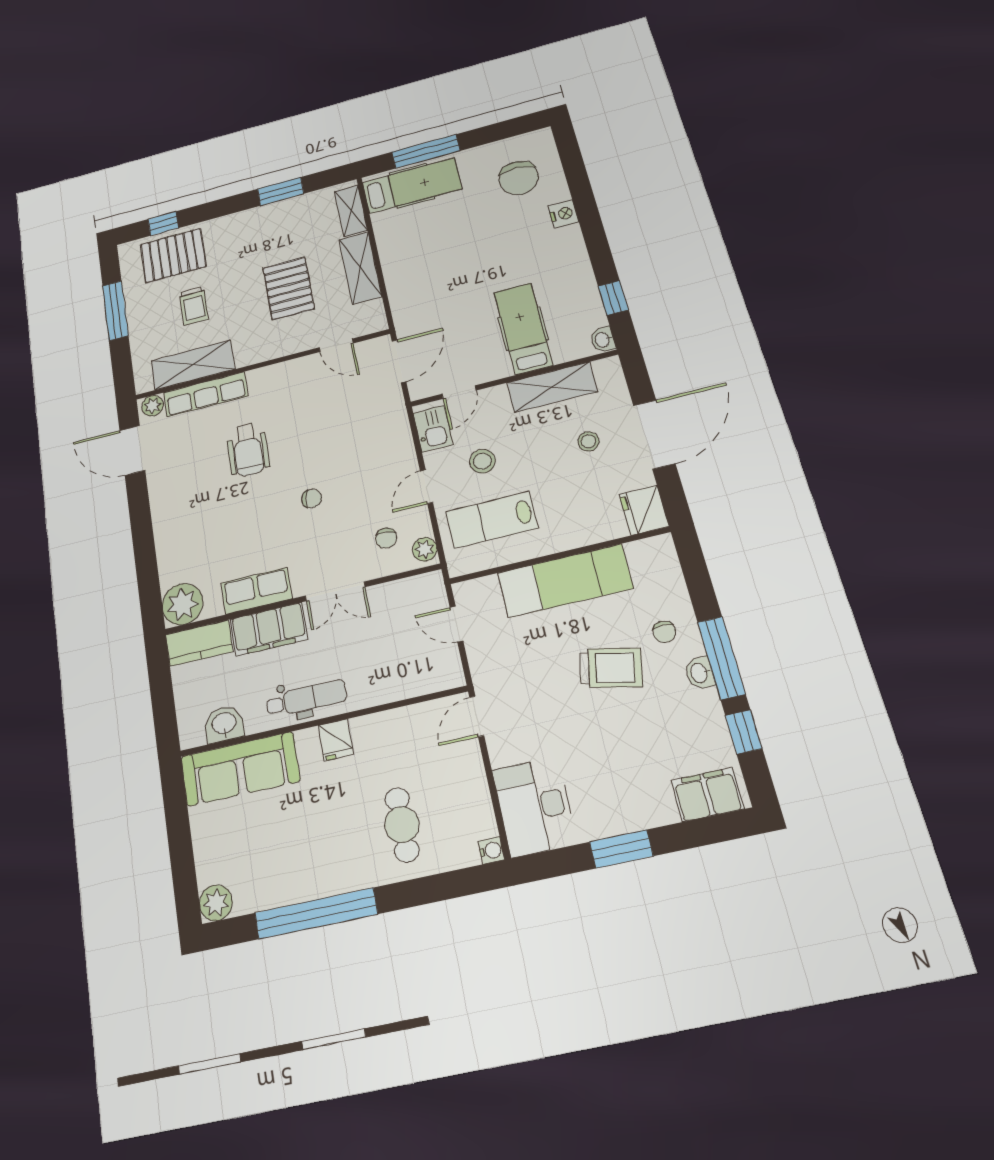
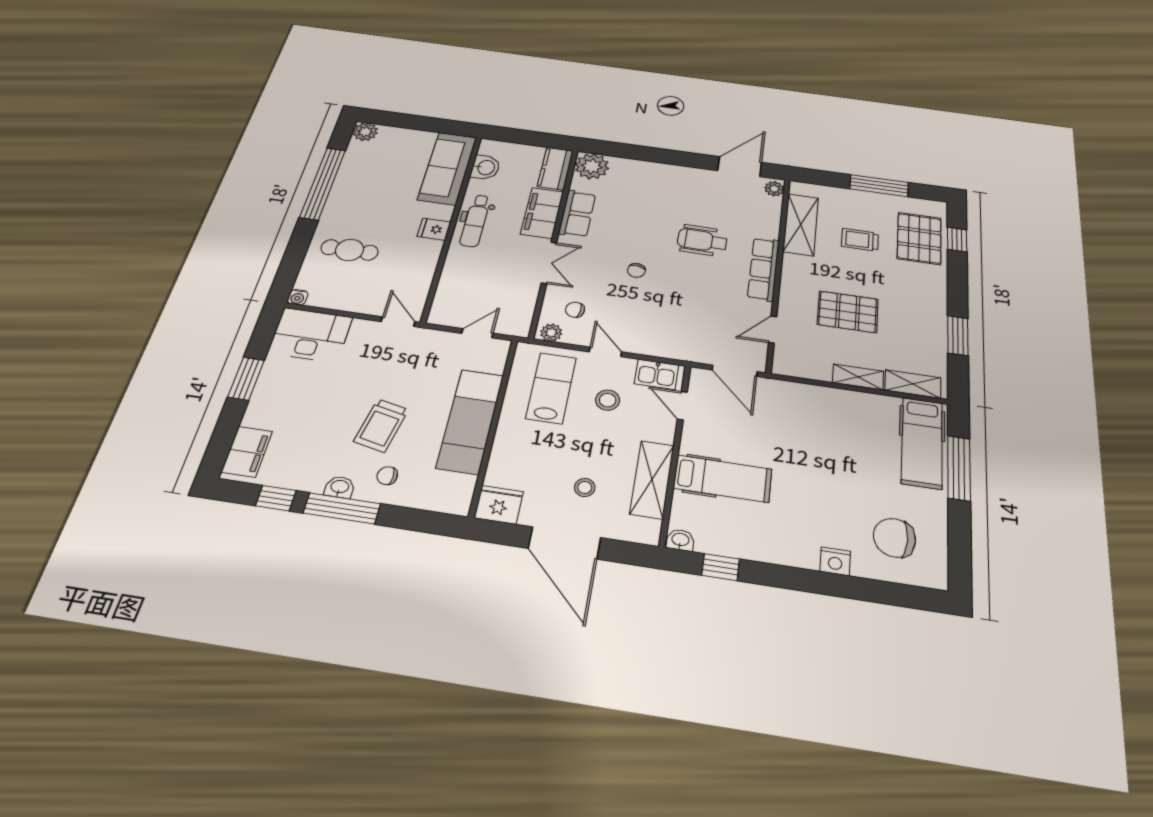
shelving: (360, 268) -> (858, 377), width x0.67, depth x0.75
row of seats: (206, 394) -> (763, 269), moved
double door: (335, 591) -> (549, 263), swing flipped

